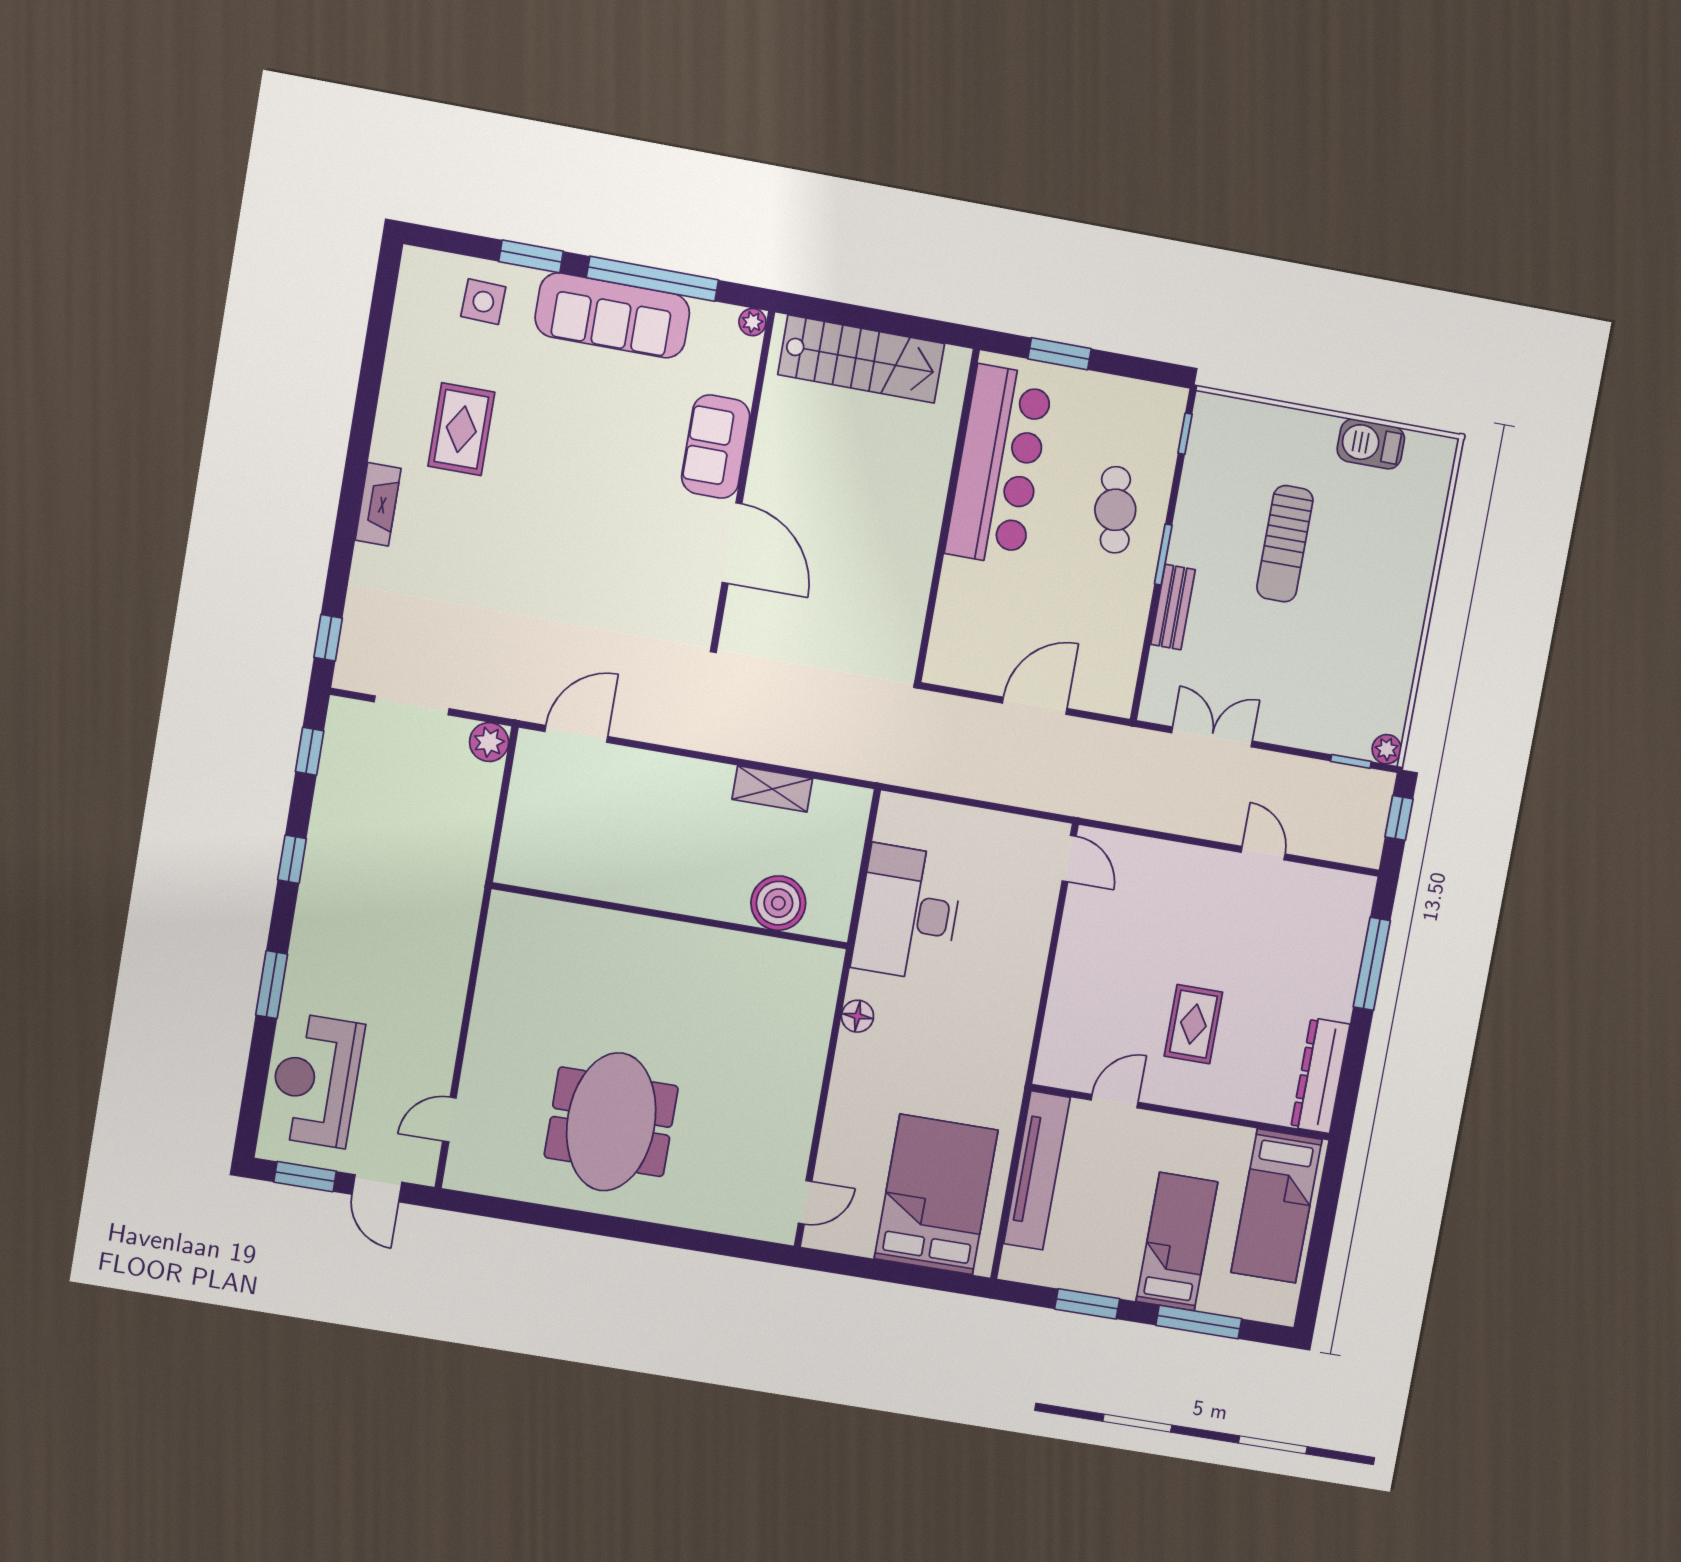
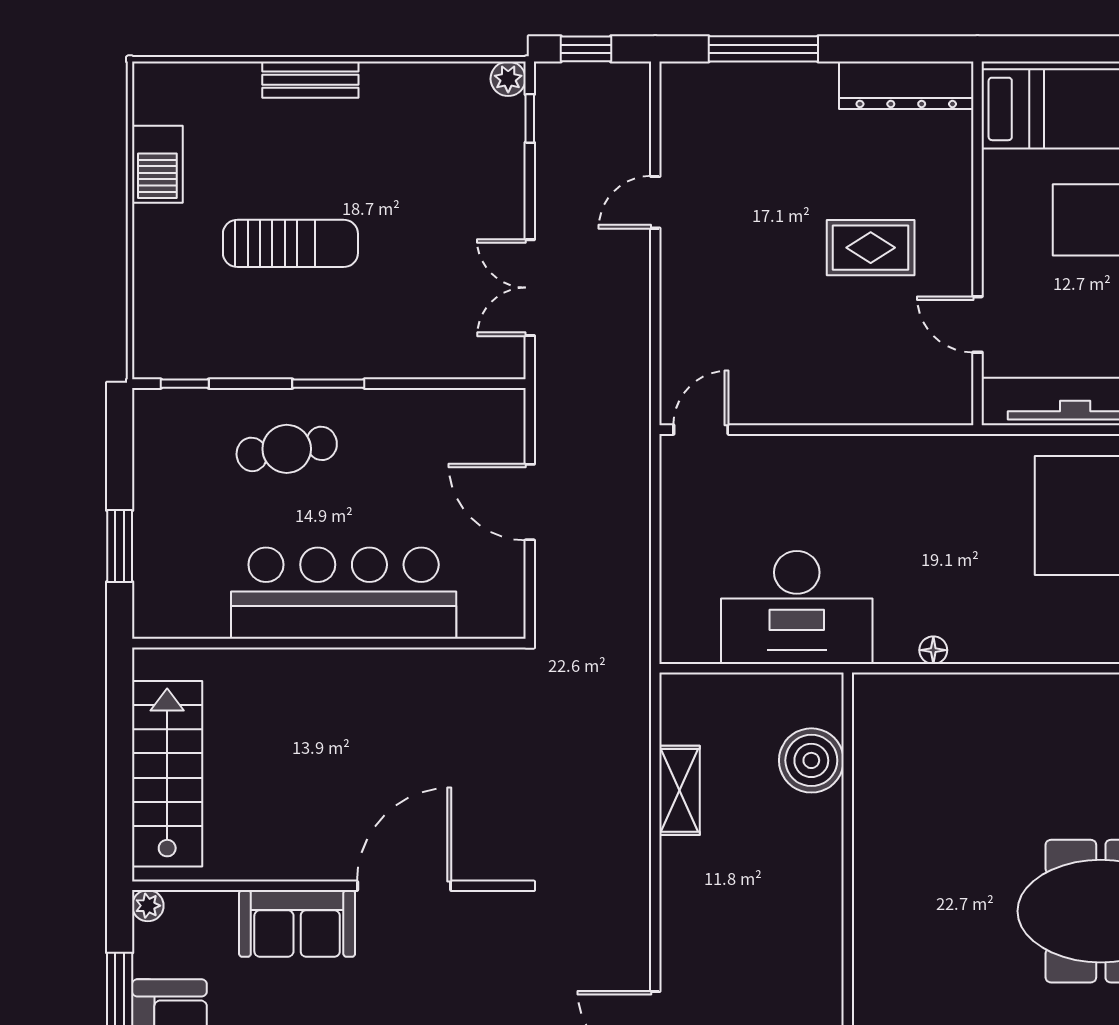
bar counter: (999, 465) -> (344, 593), moved
bench: (1173, 607) -> (310, 80), moved
floor lamp: (857, 1016) -> (933, 650), width x0.73, depth x0.73

